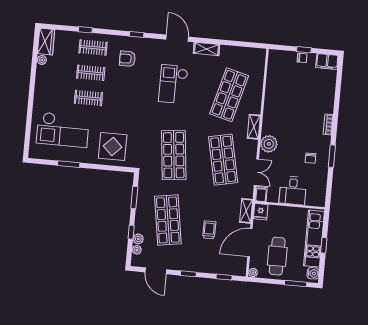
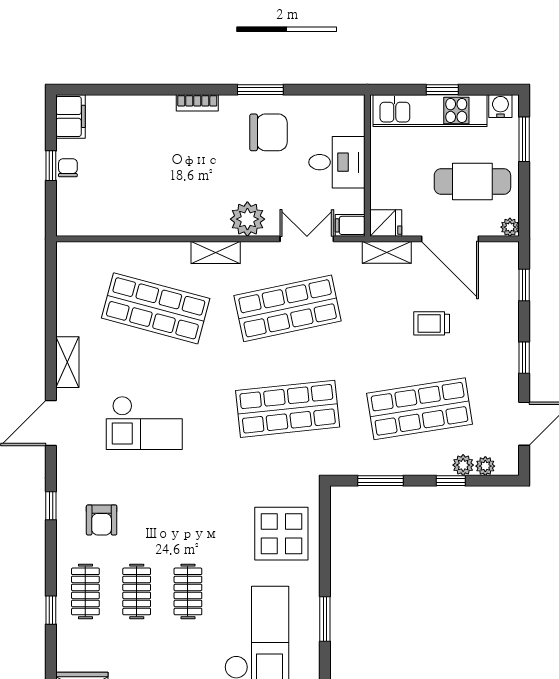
chair: (310, 158) -> (268, 132), width x1.87, depth x1.87

